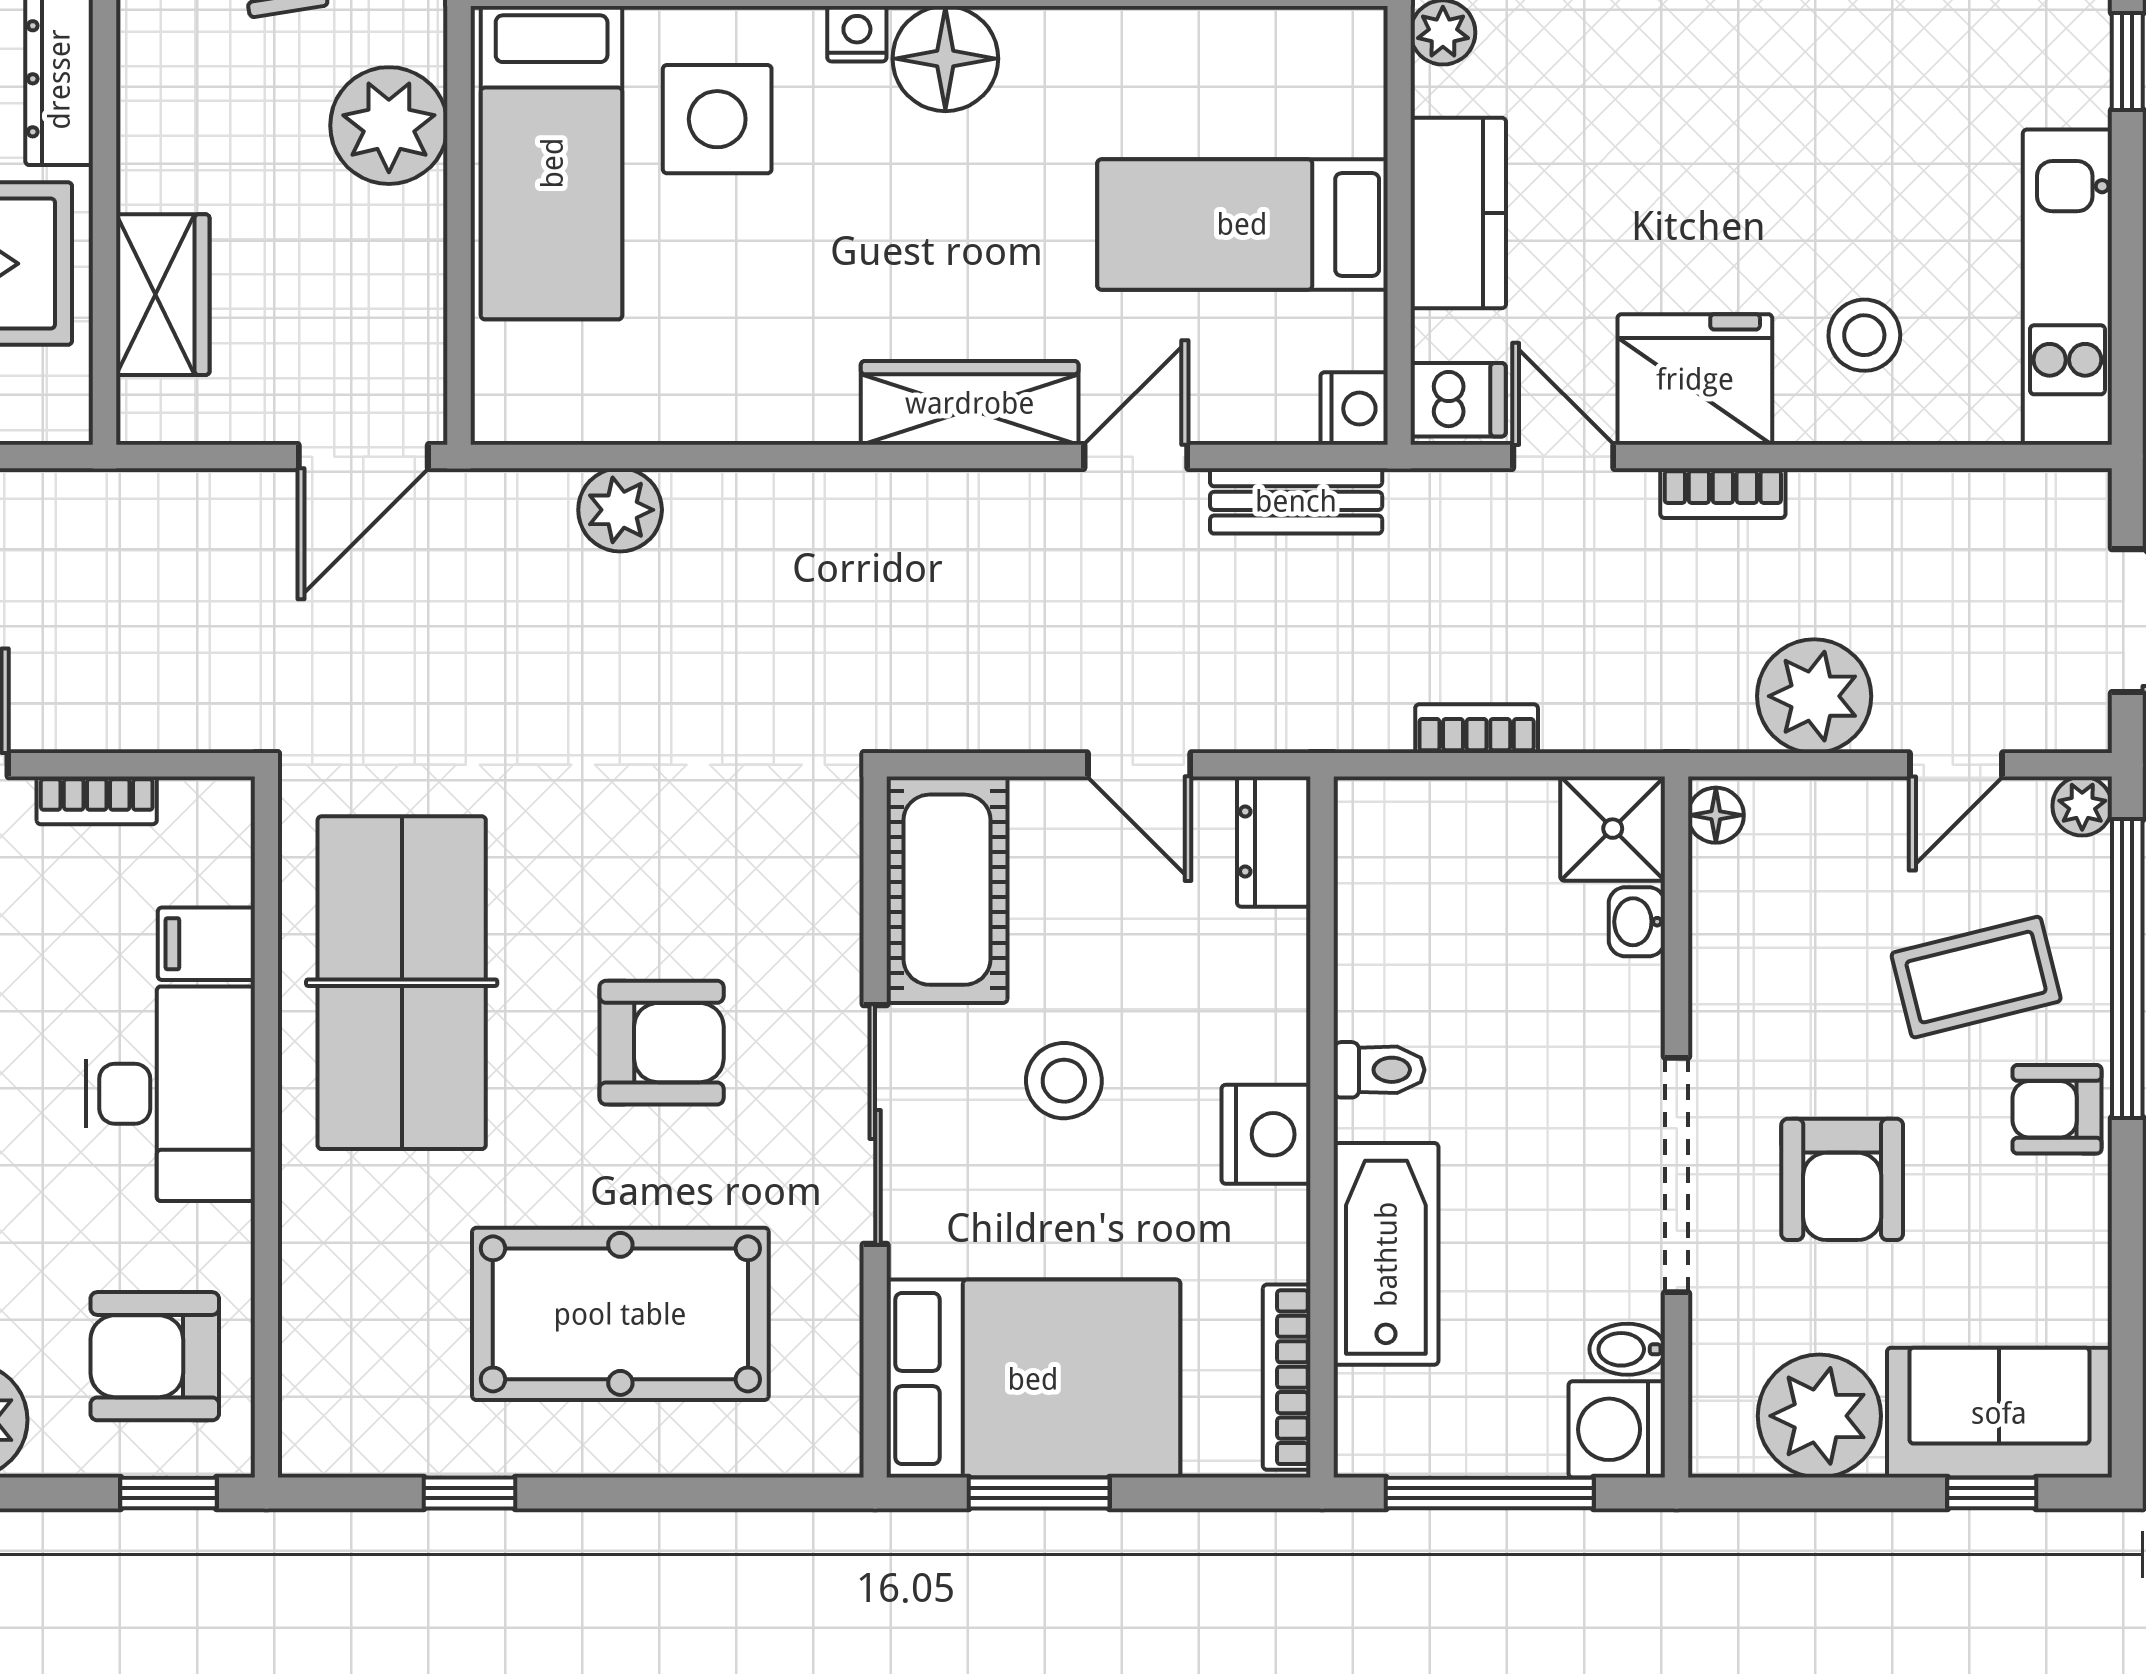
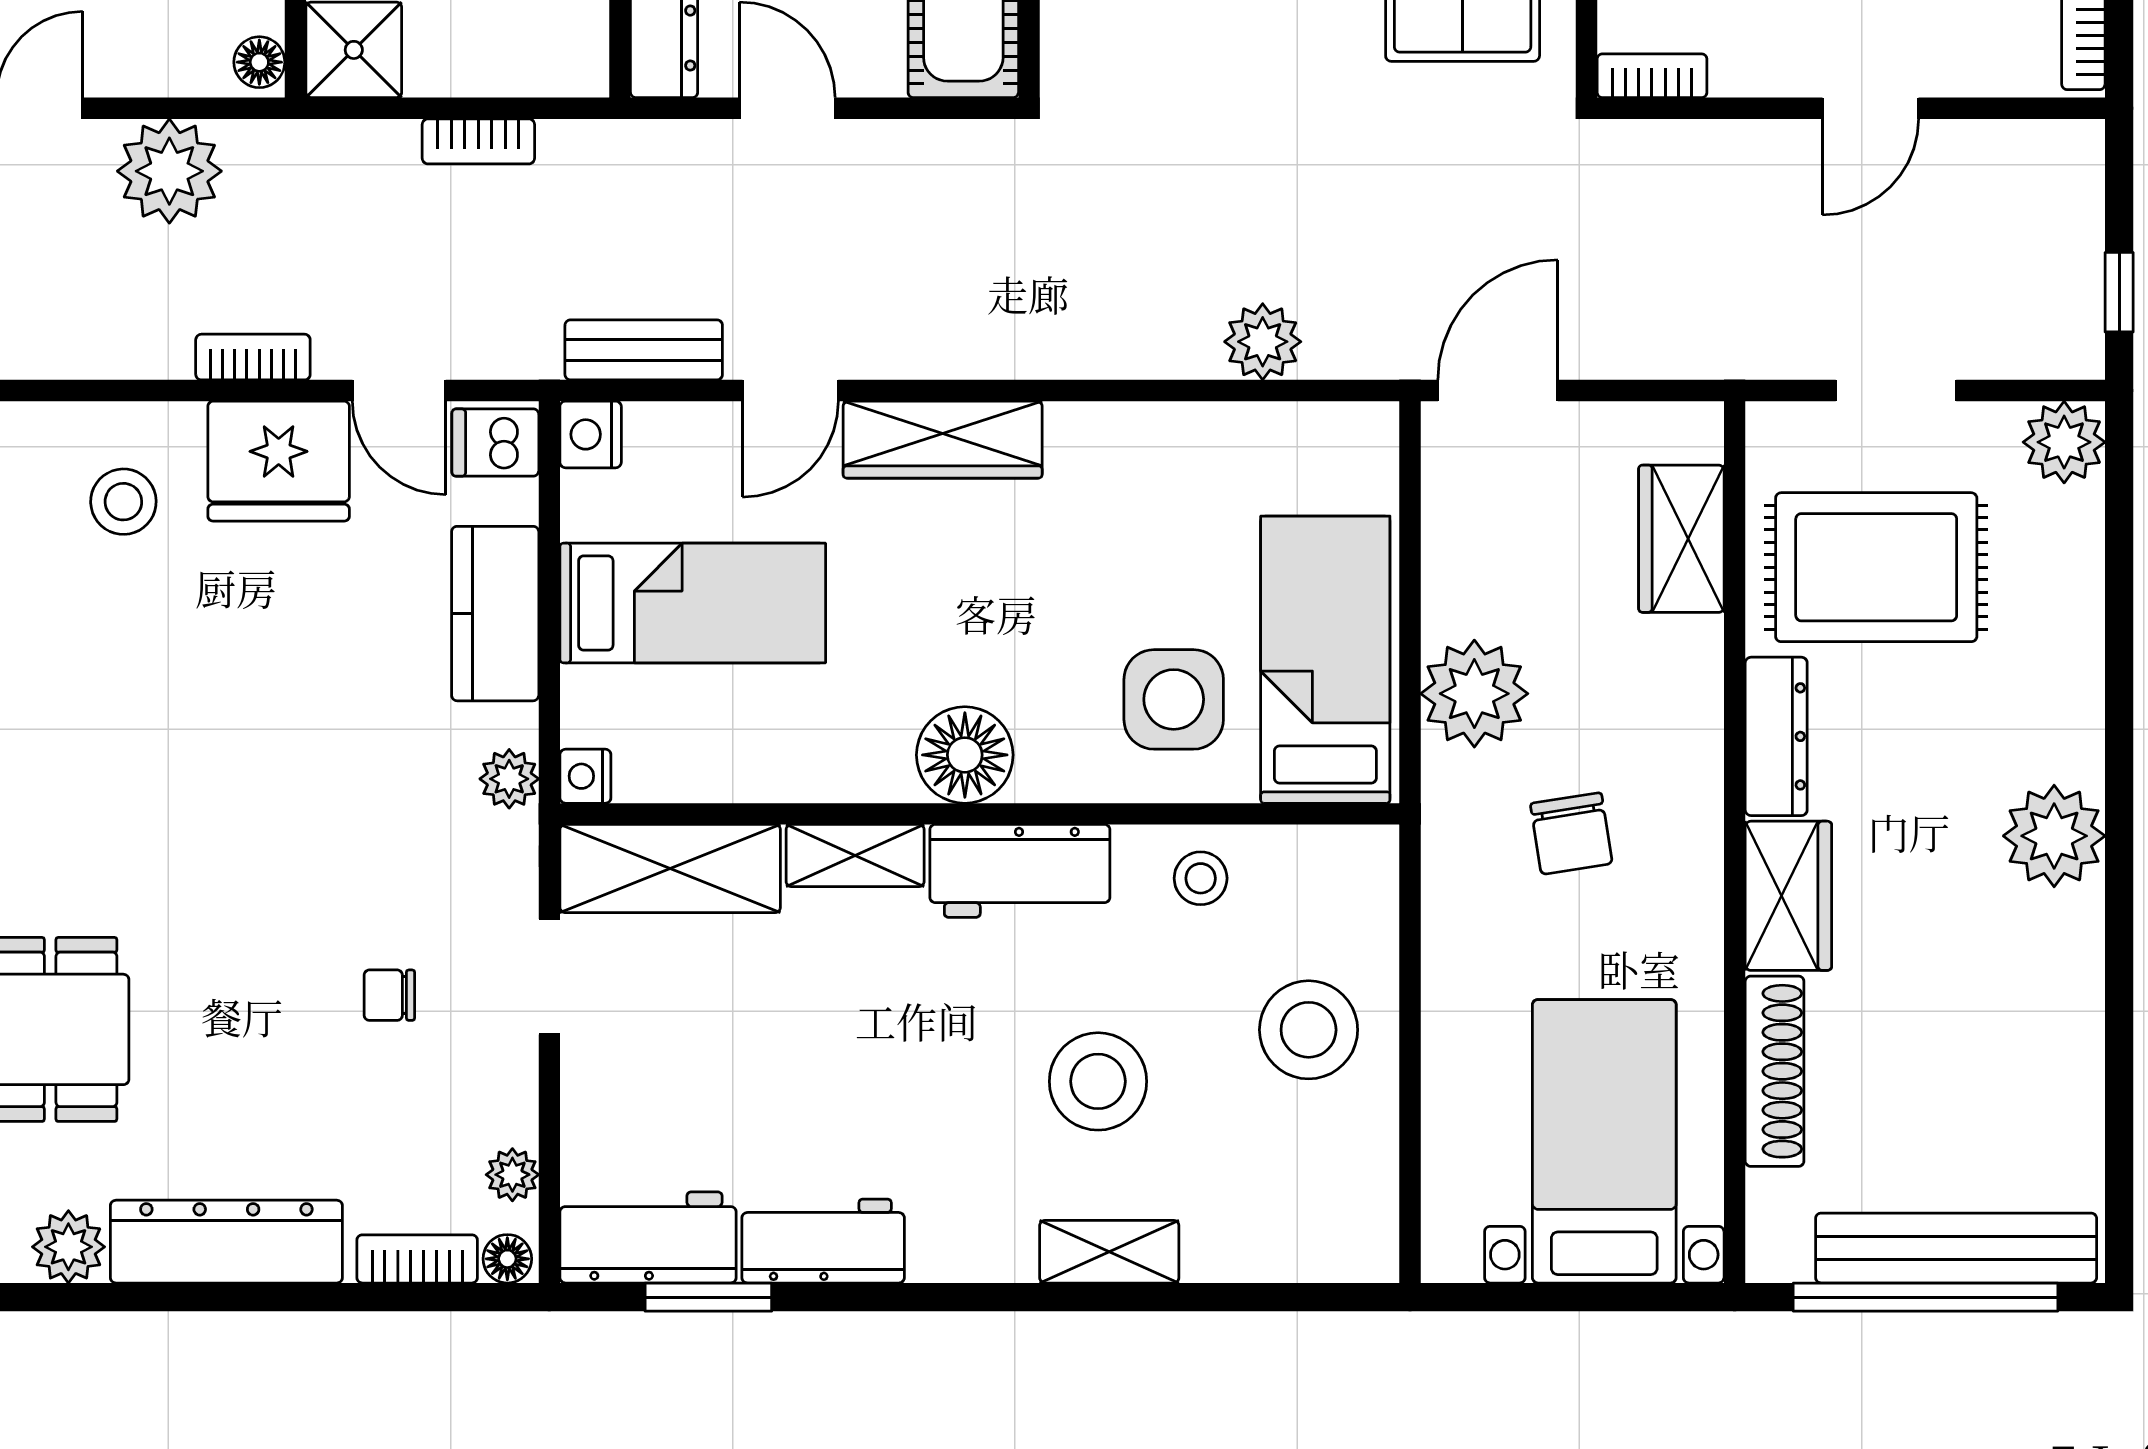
nightstand: (857, 34) -> (585, 776), moved, turned 90
bookcase: (97, 800) -> (1652, 76), moved

